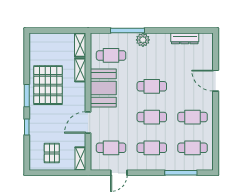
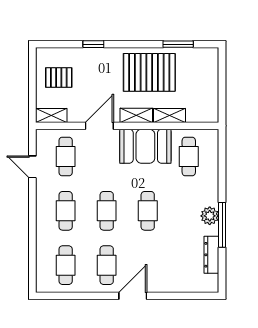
window: (127, 31) -> (222, 225), moved
plant: (143, 40) -> (210, 216), moved
shelving: (80, 45) -> (136, 115), moved
door: (216, 81) -> (133, 296), moved
window: (27, 96) -> (178, 44), moved
door: (88, 122) -> (99, 126), hinge flipped
window: (181, 173) -> (32, 250), removed

